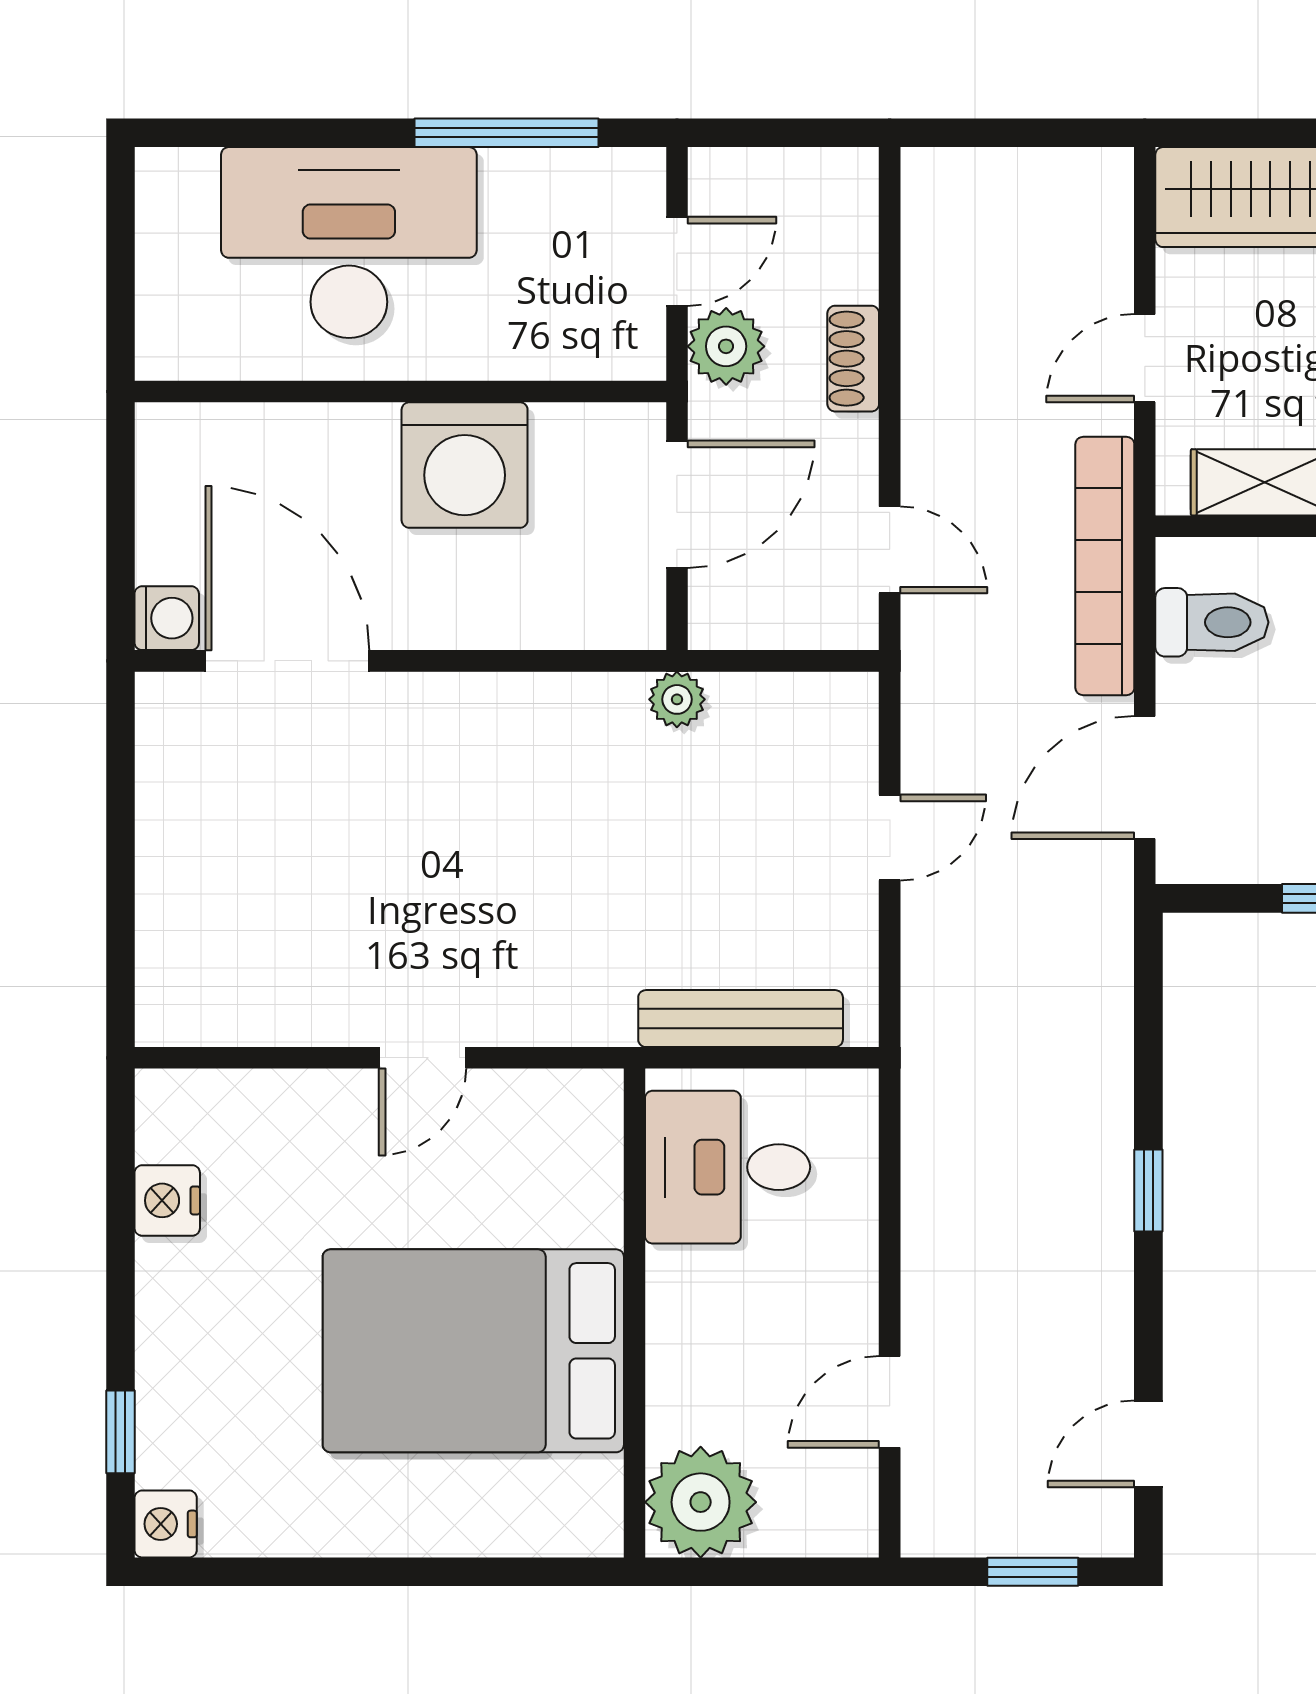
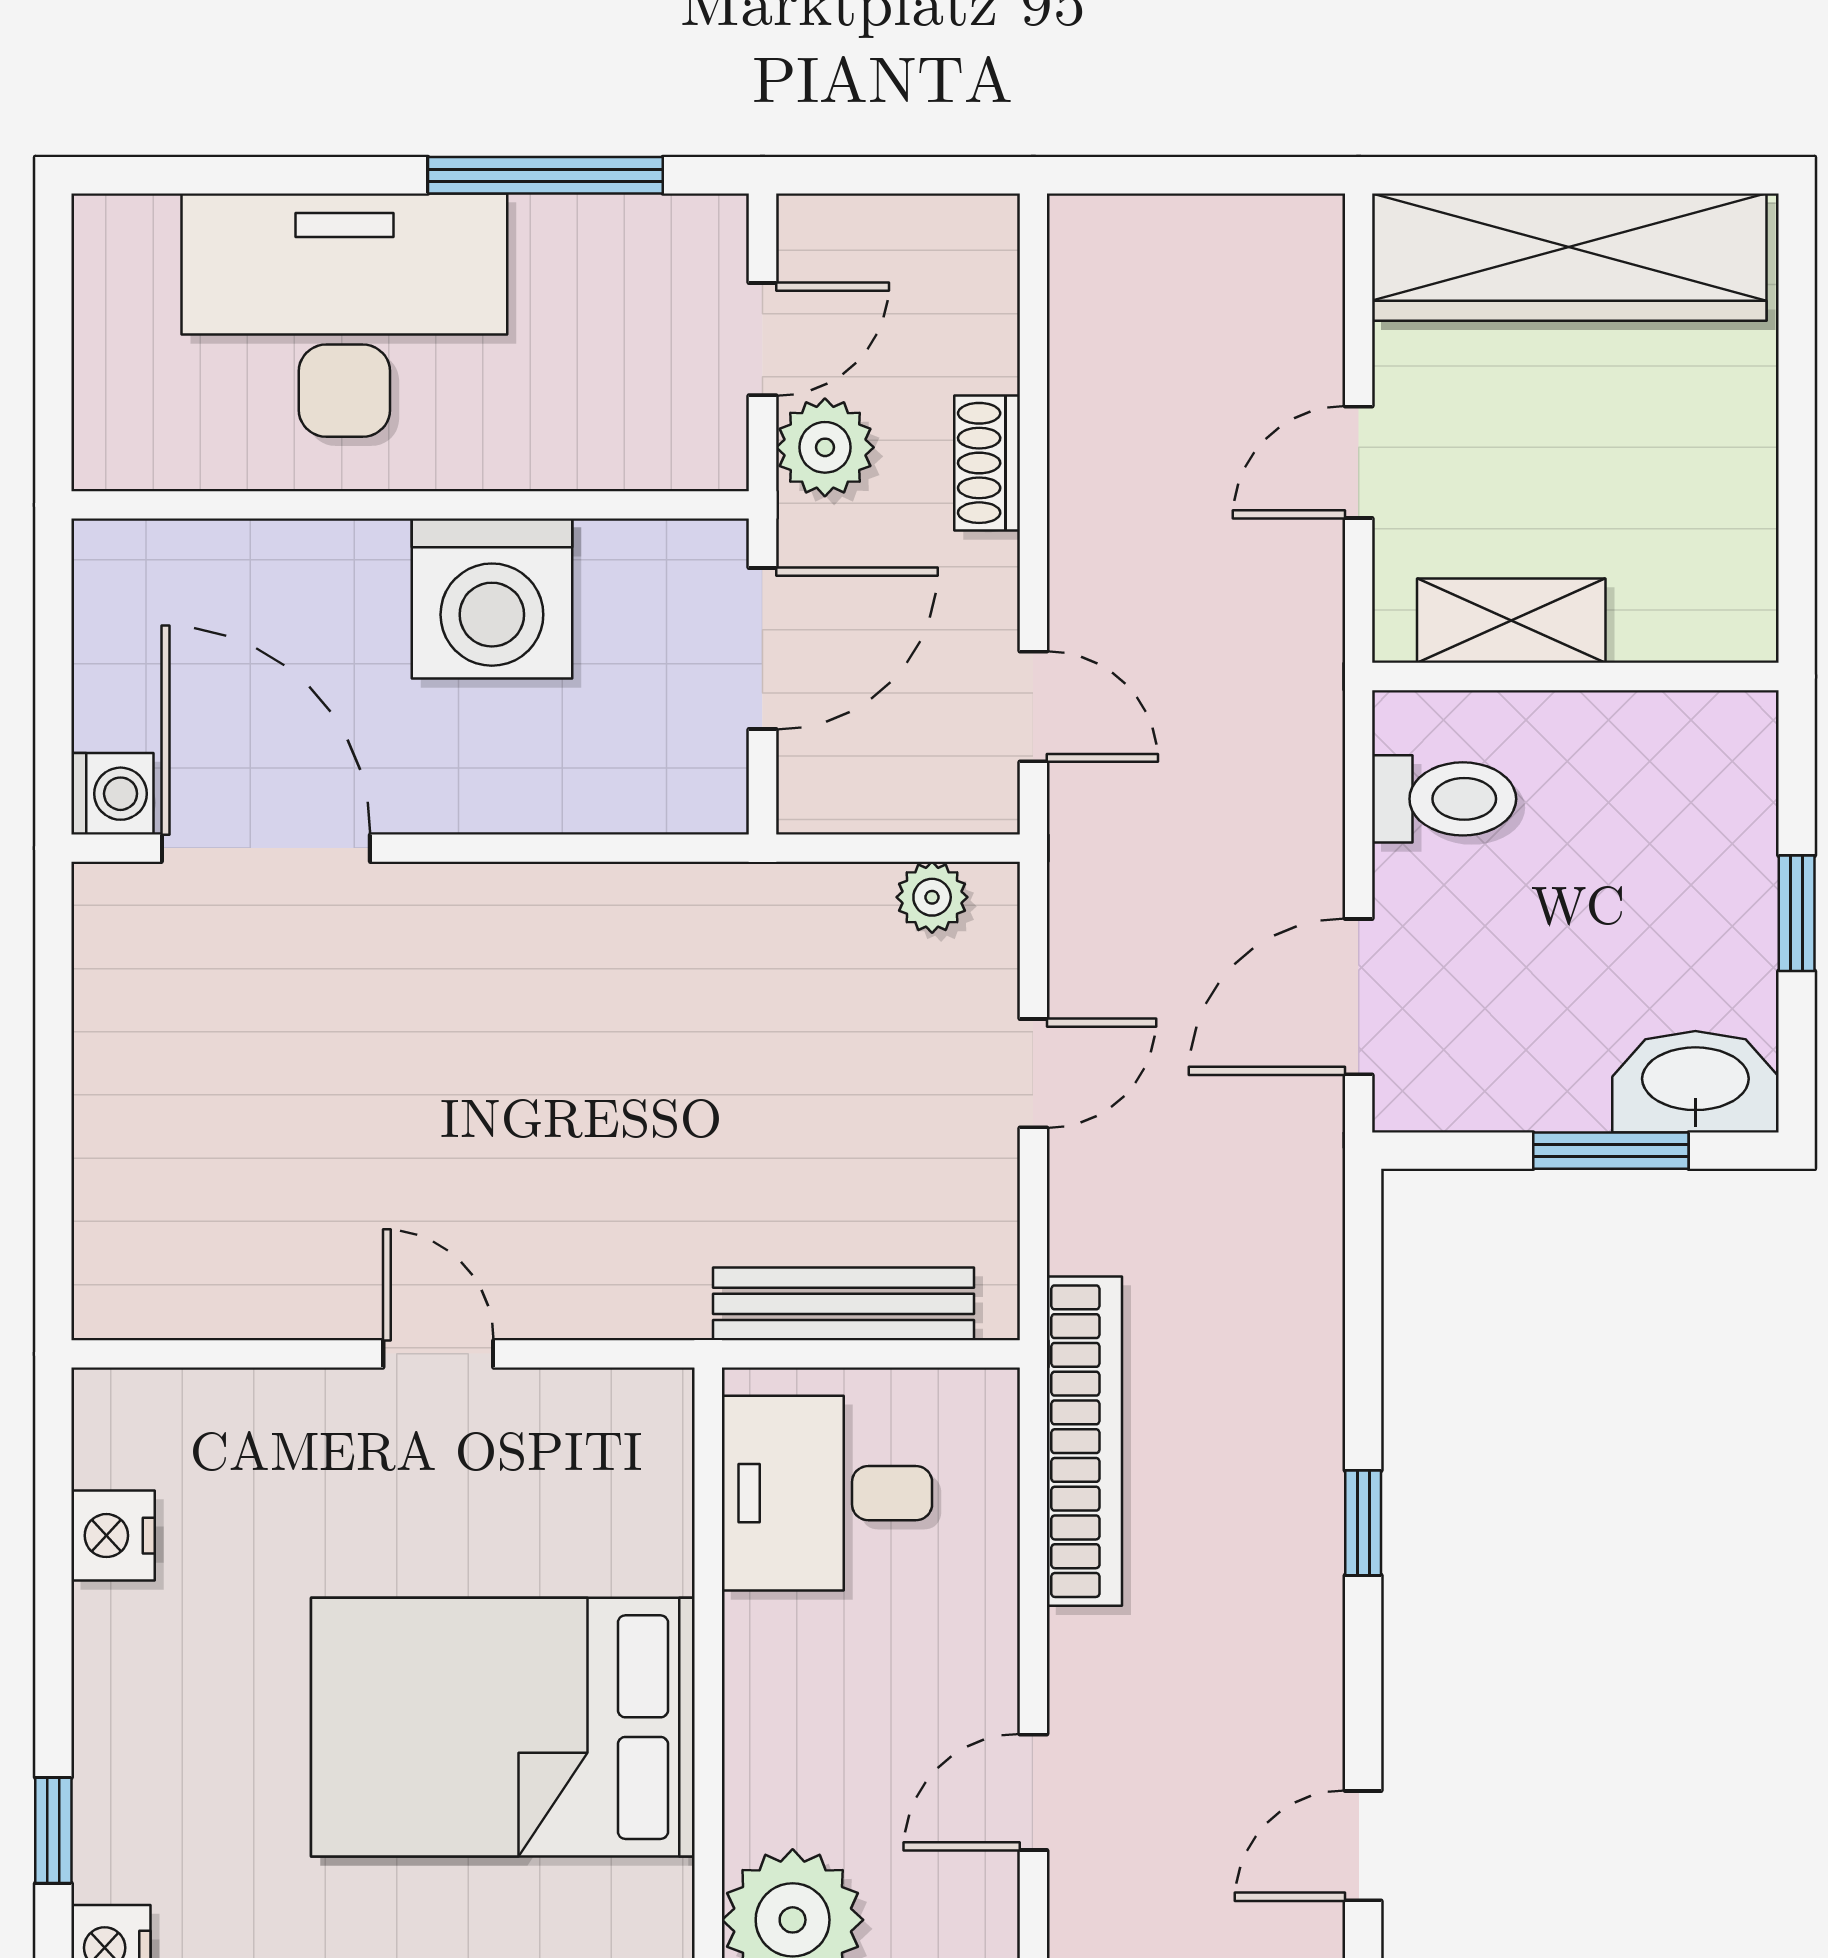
bookcase: (1105, 566) -> (1084, 1441), moved, turned 180
plant: (677, 699) -> (932, 897), moved
door: (423, 1058) -> (438, 1354), swing flipped

